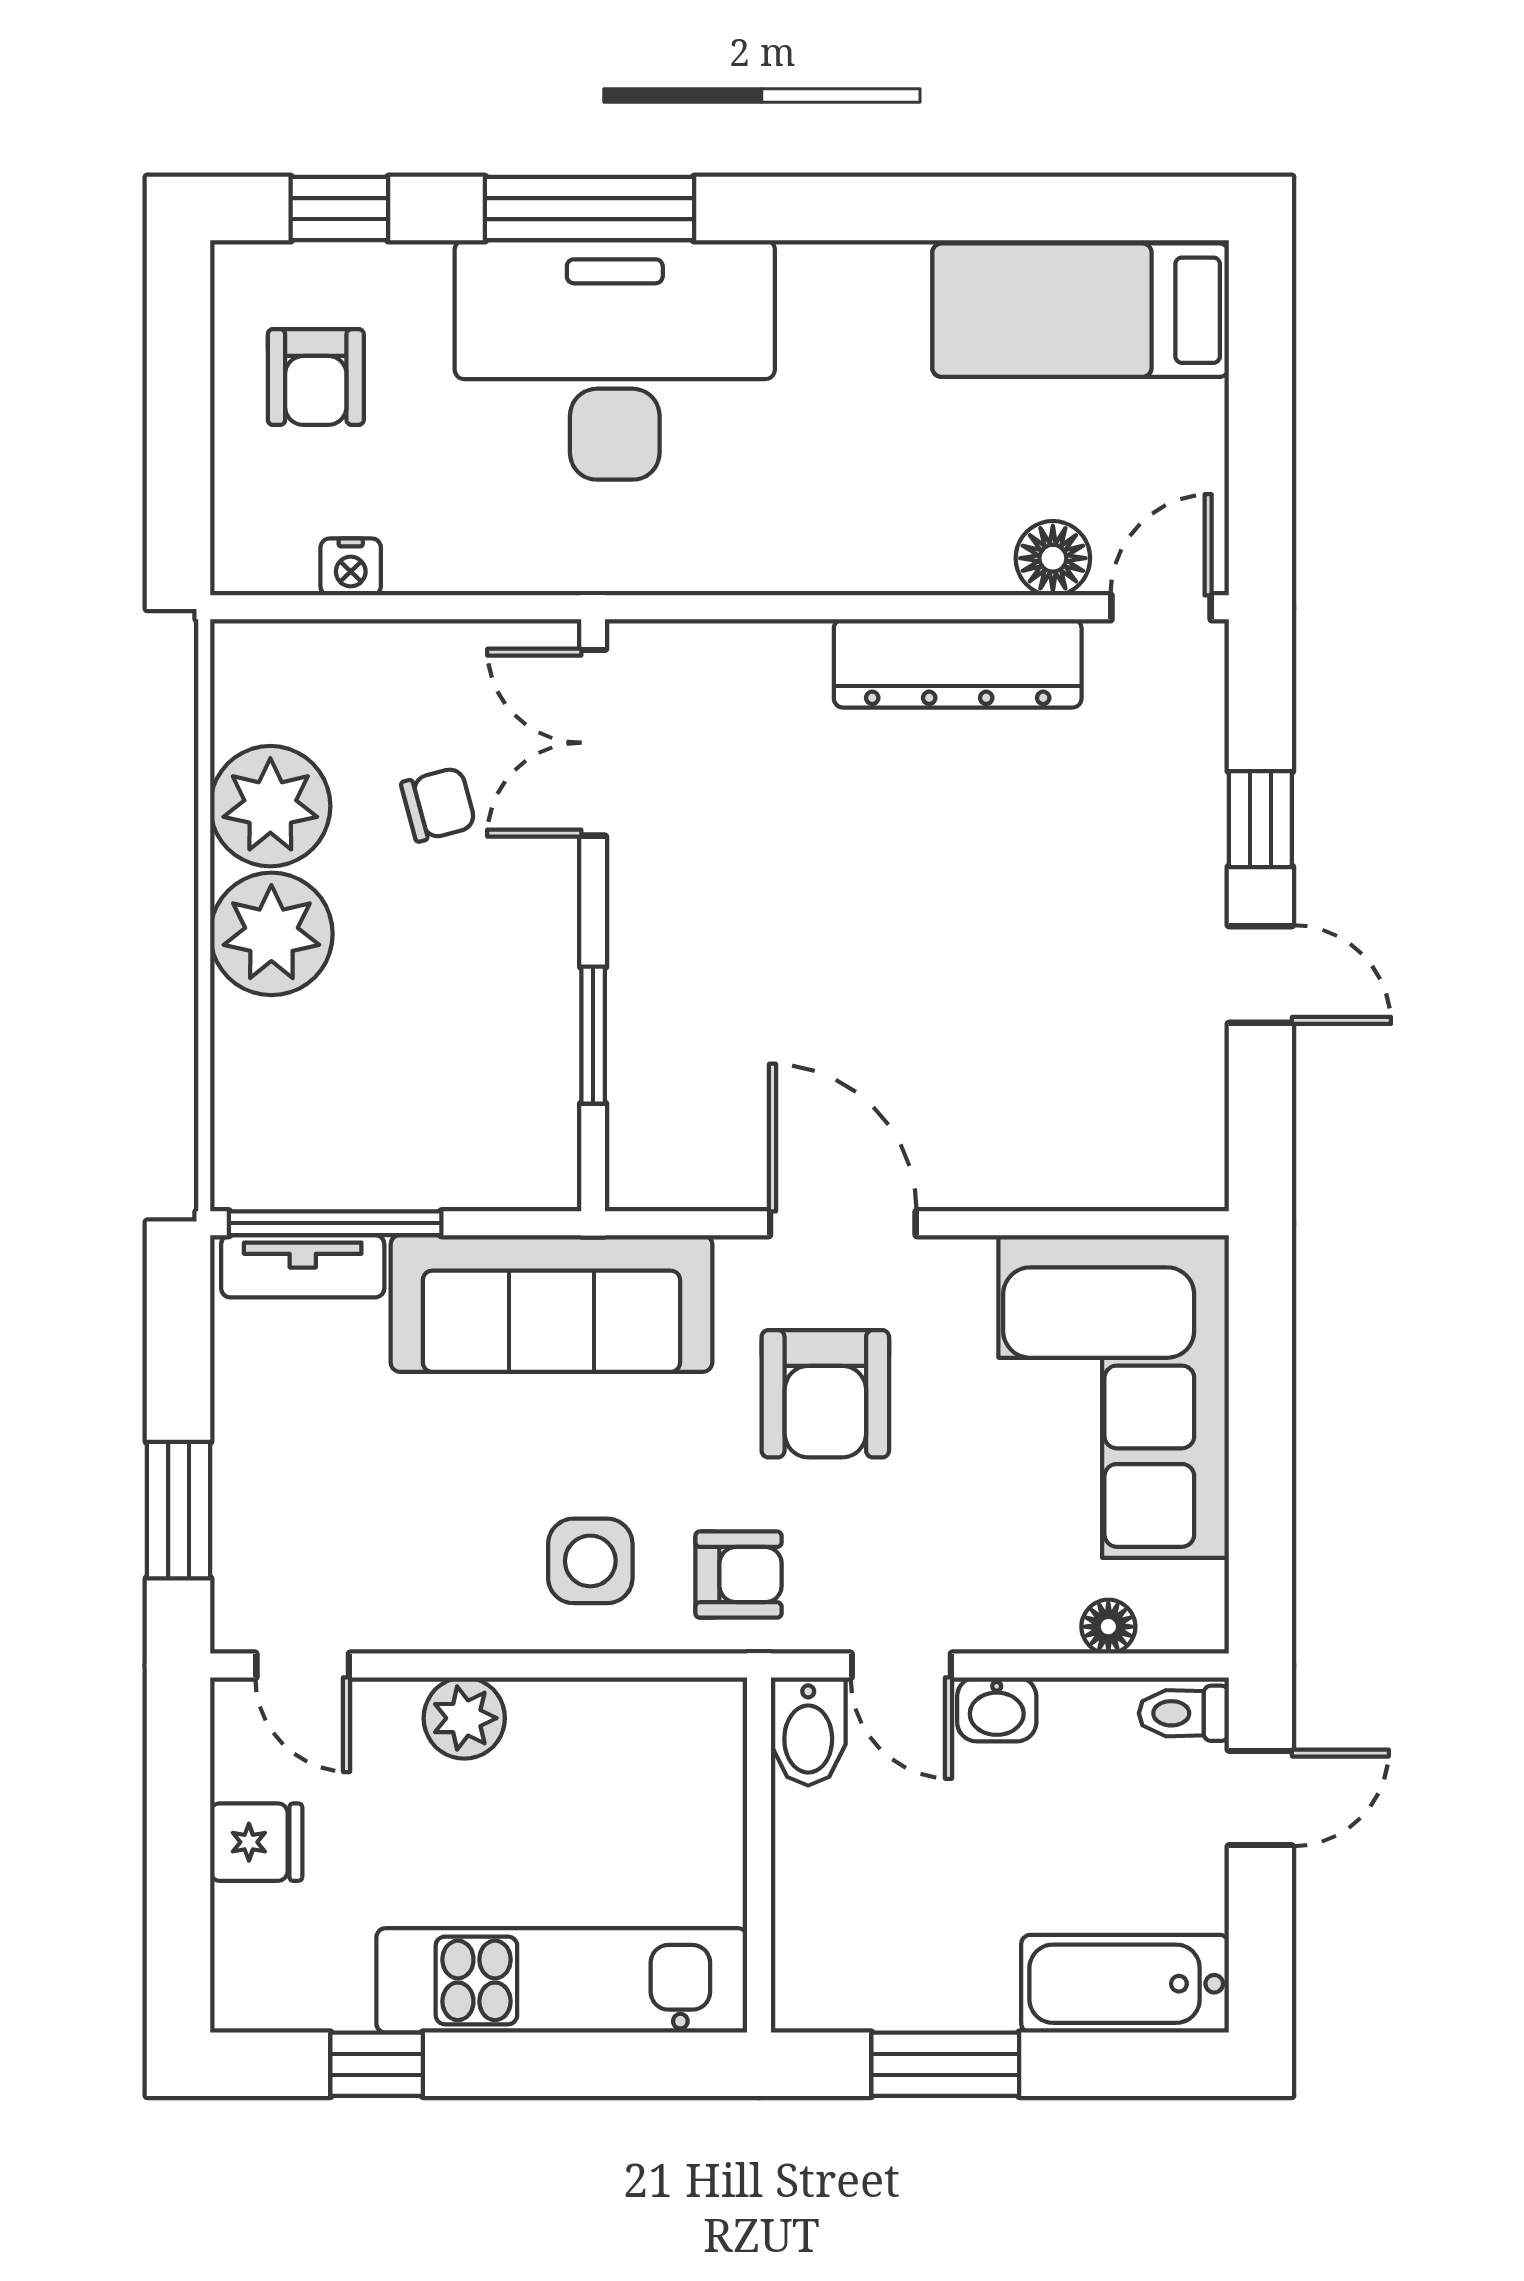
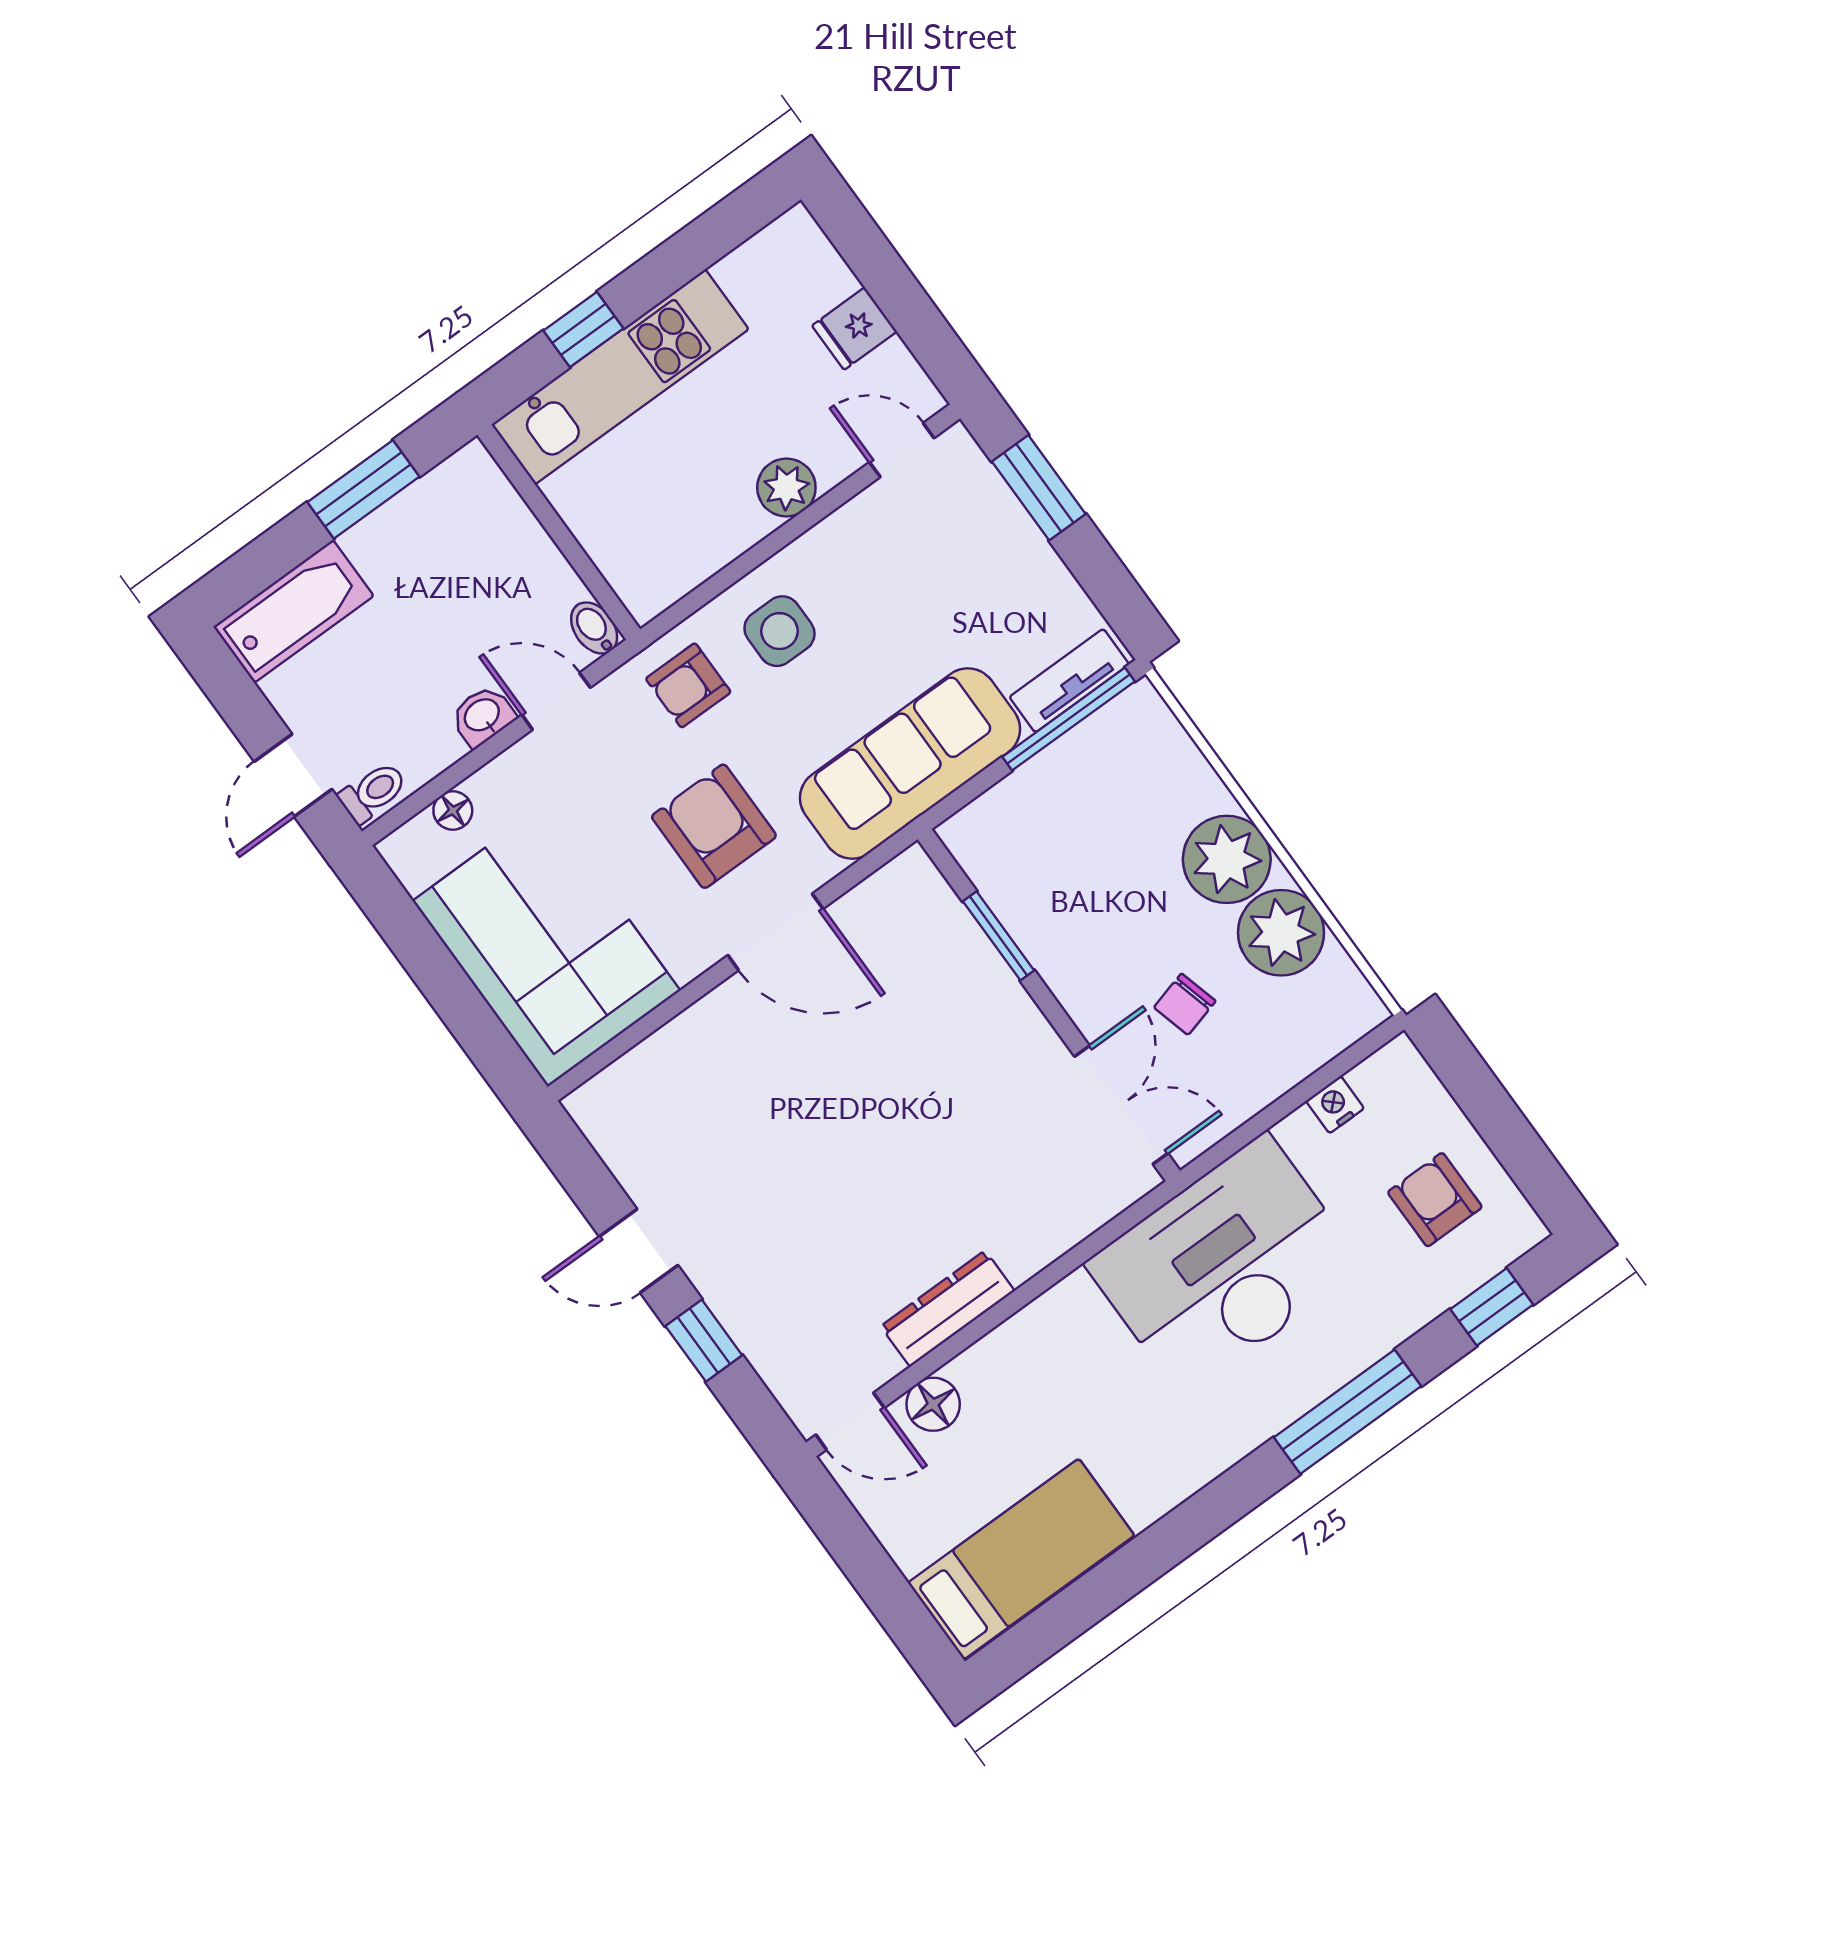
desk: (615, 360) -> (1225, 1265), moved, turned 180
door: (1161, 607) -> (850, 1421), hinge flipped
dresser: (958, 663) -> (948, 1309), width x0.73, depth x0.80
bidet: (808, 1731) -> (594, 628), width x0.72, depth x0.74
window: (377, 2064) -> (583, 329), moved

